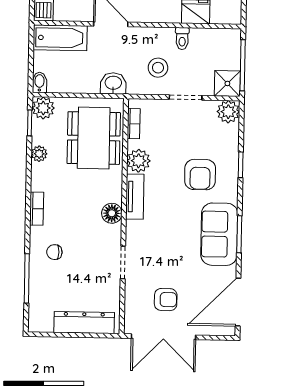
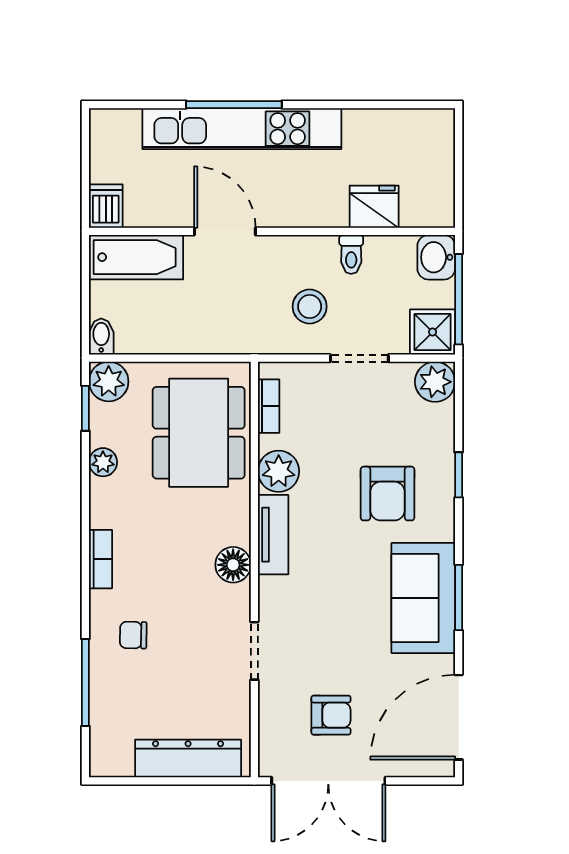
washbasin: (113, 83) -> (436, 257), moved, turned -90

